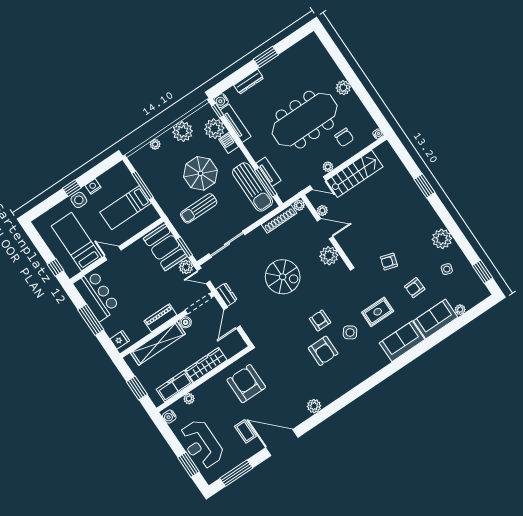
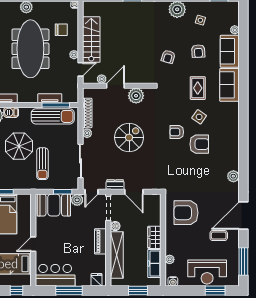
plant: (299, 205) -> (87, 133), moved
wardrobe: (206, 365) -> (154, 237), width x0.67

